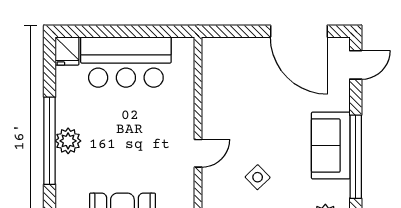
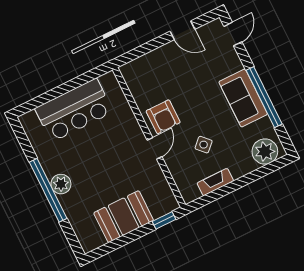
door: (299, 31) -> (182, 30), width x0.53
fridge: (67, 51) -> (30, 123), removed
armchair: (226, 121) -> (163, 117), added

